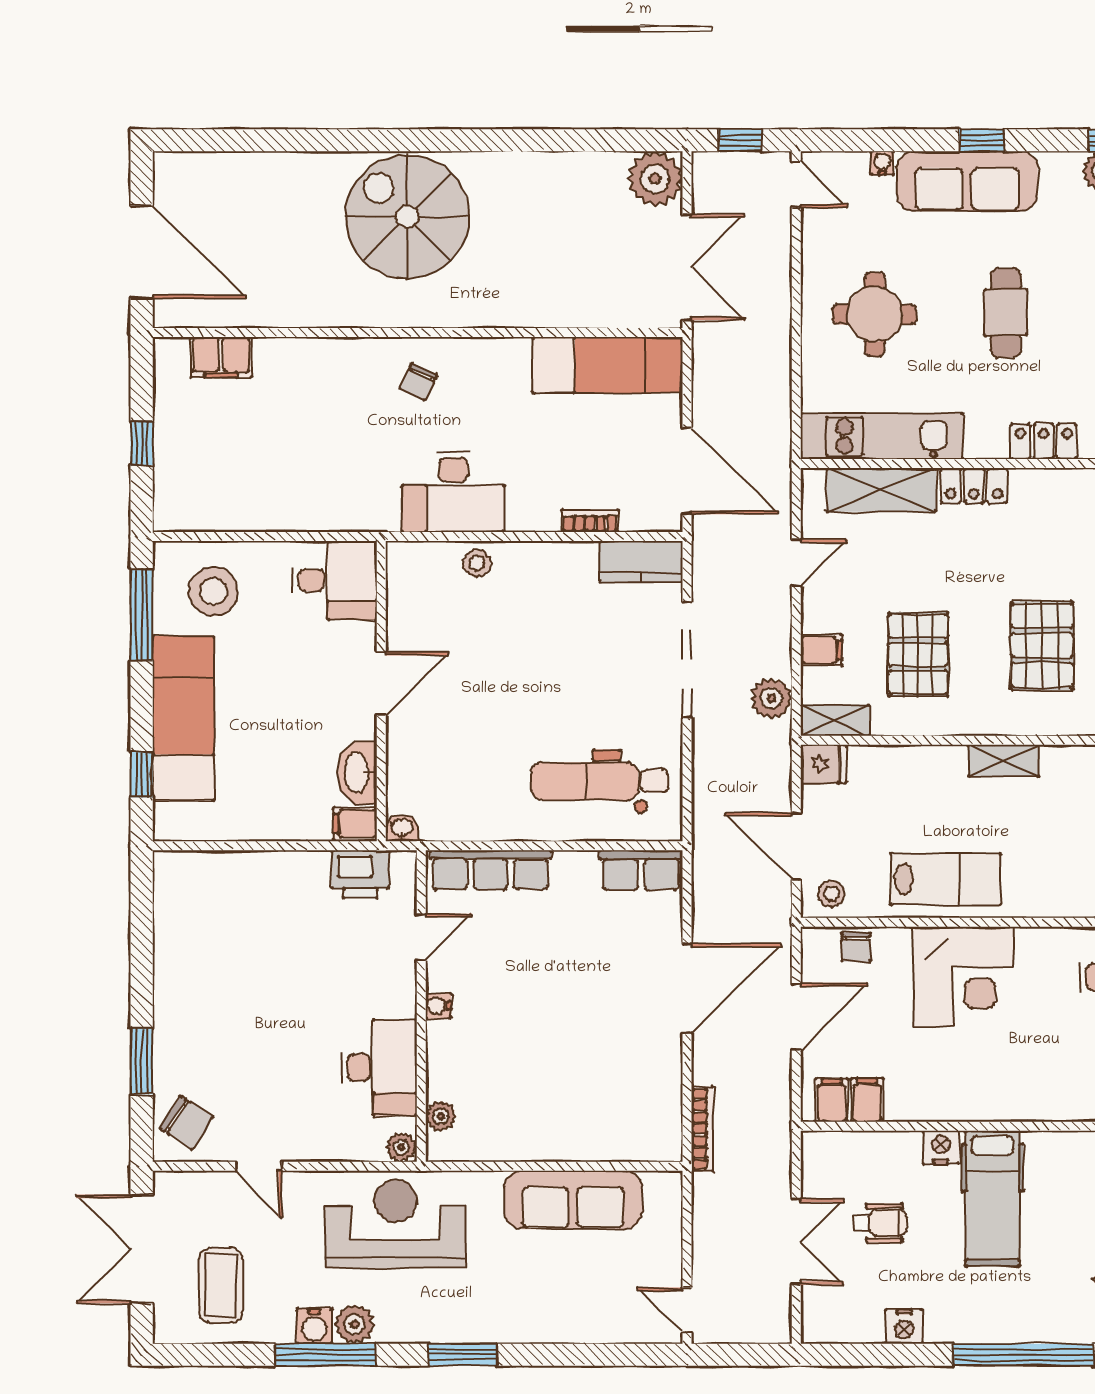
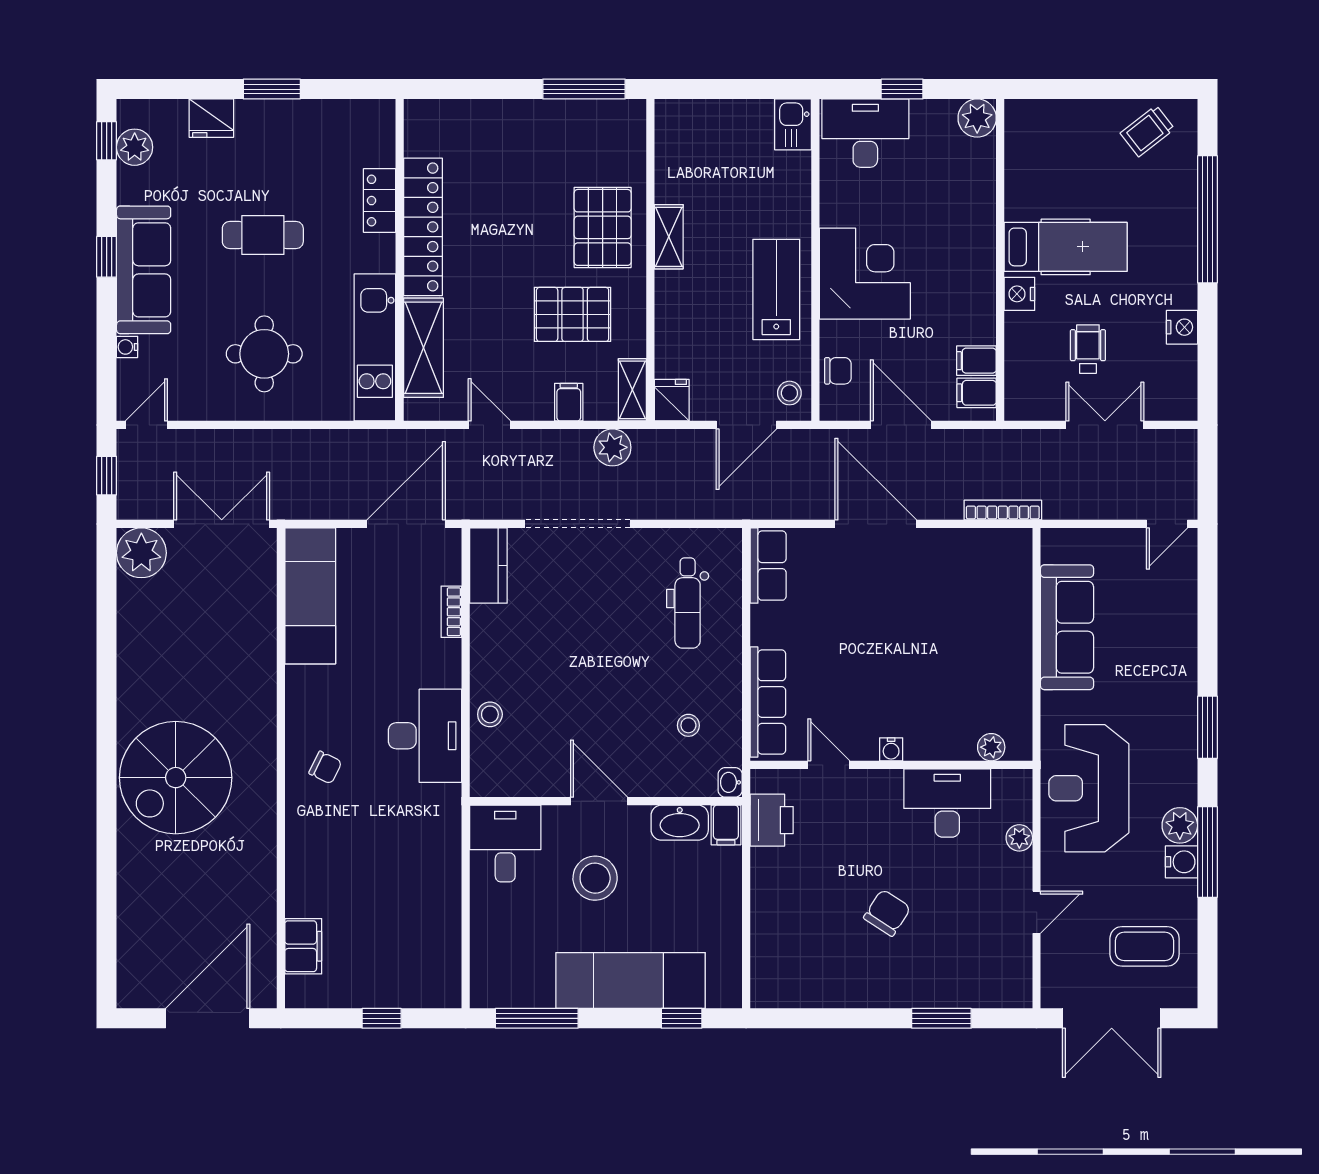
locker: (974, 486) -> (423, 227), width x2.16, depth x1.21
stool: (213, 591) -> (595, 878), moved
pallet: (1042, 646) -> (603, 227), moved, turned 90
dental chair: (600, 781) -> (688, 603), width x0.73, depth x0.72
stool: (465, 782) -> (688, 725), added
chair: (186, 1123) -> (887, 913), moved
plant: (401, 1147) -> (1019, 838), moved

